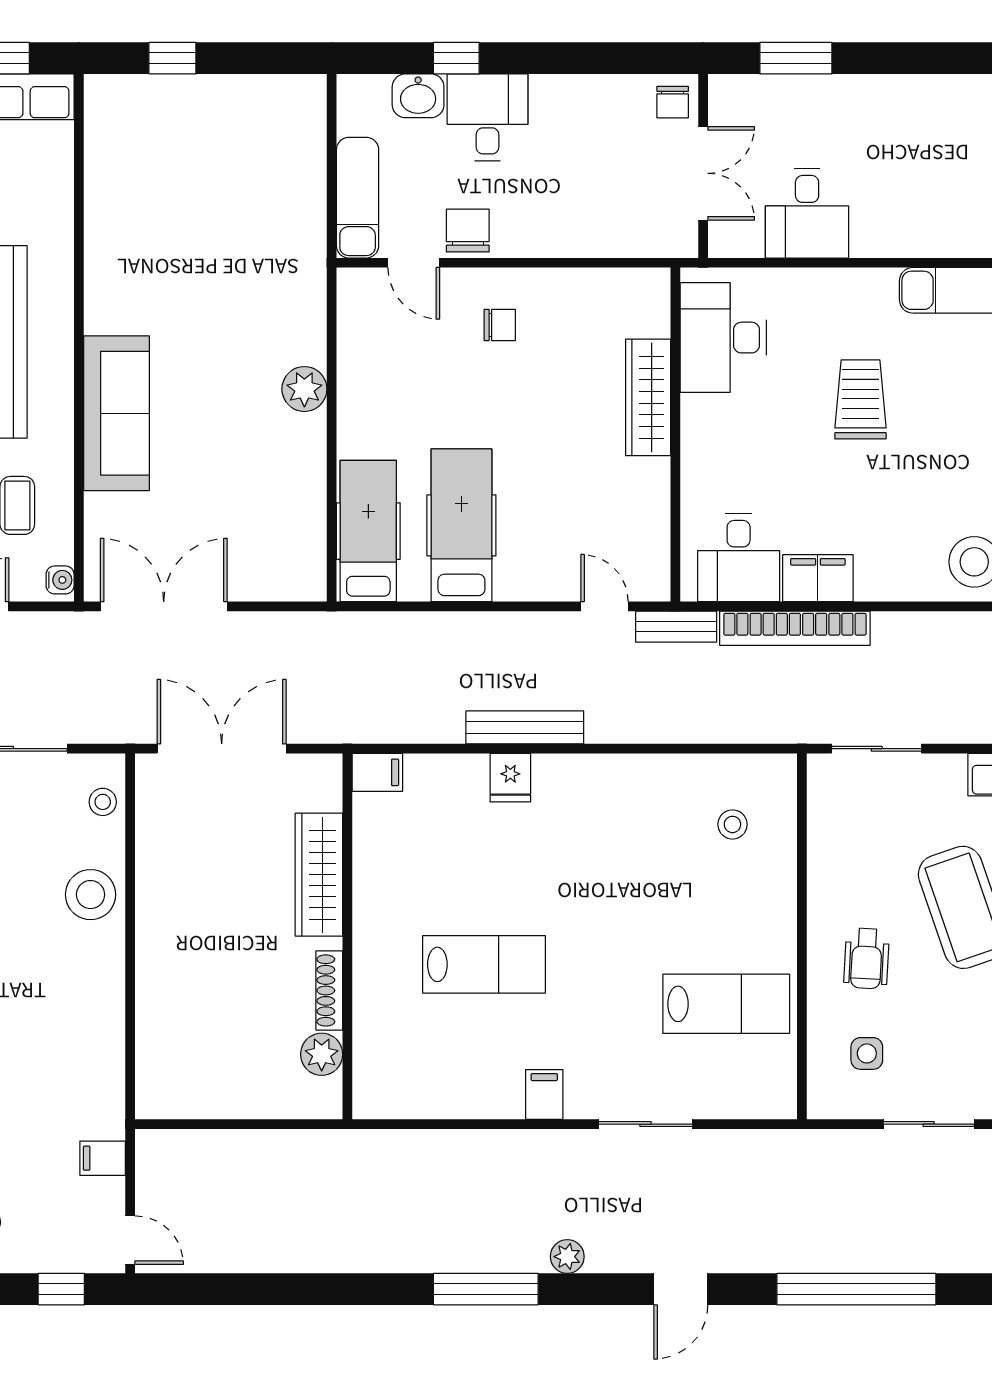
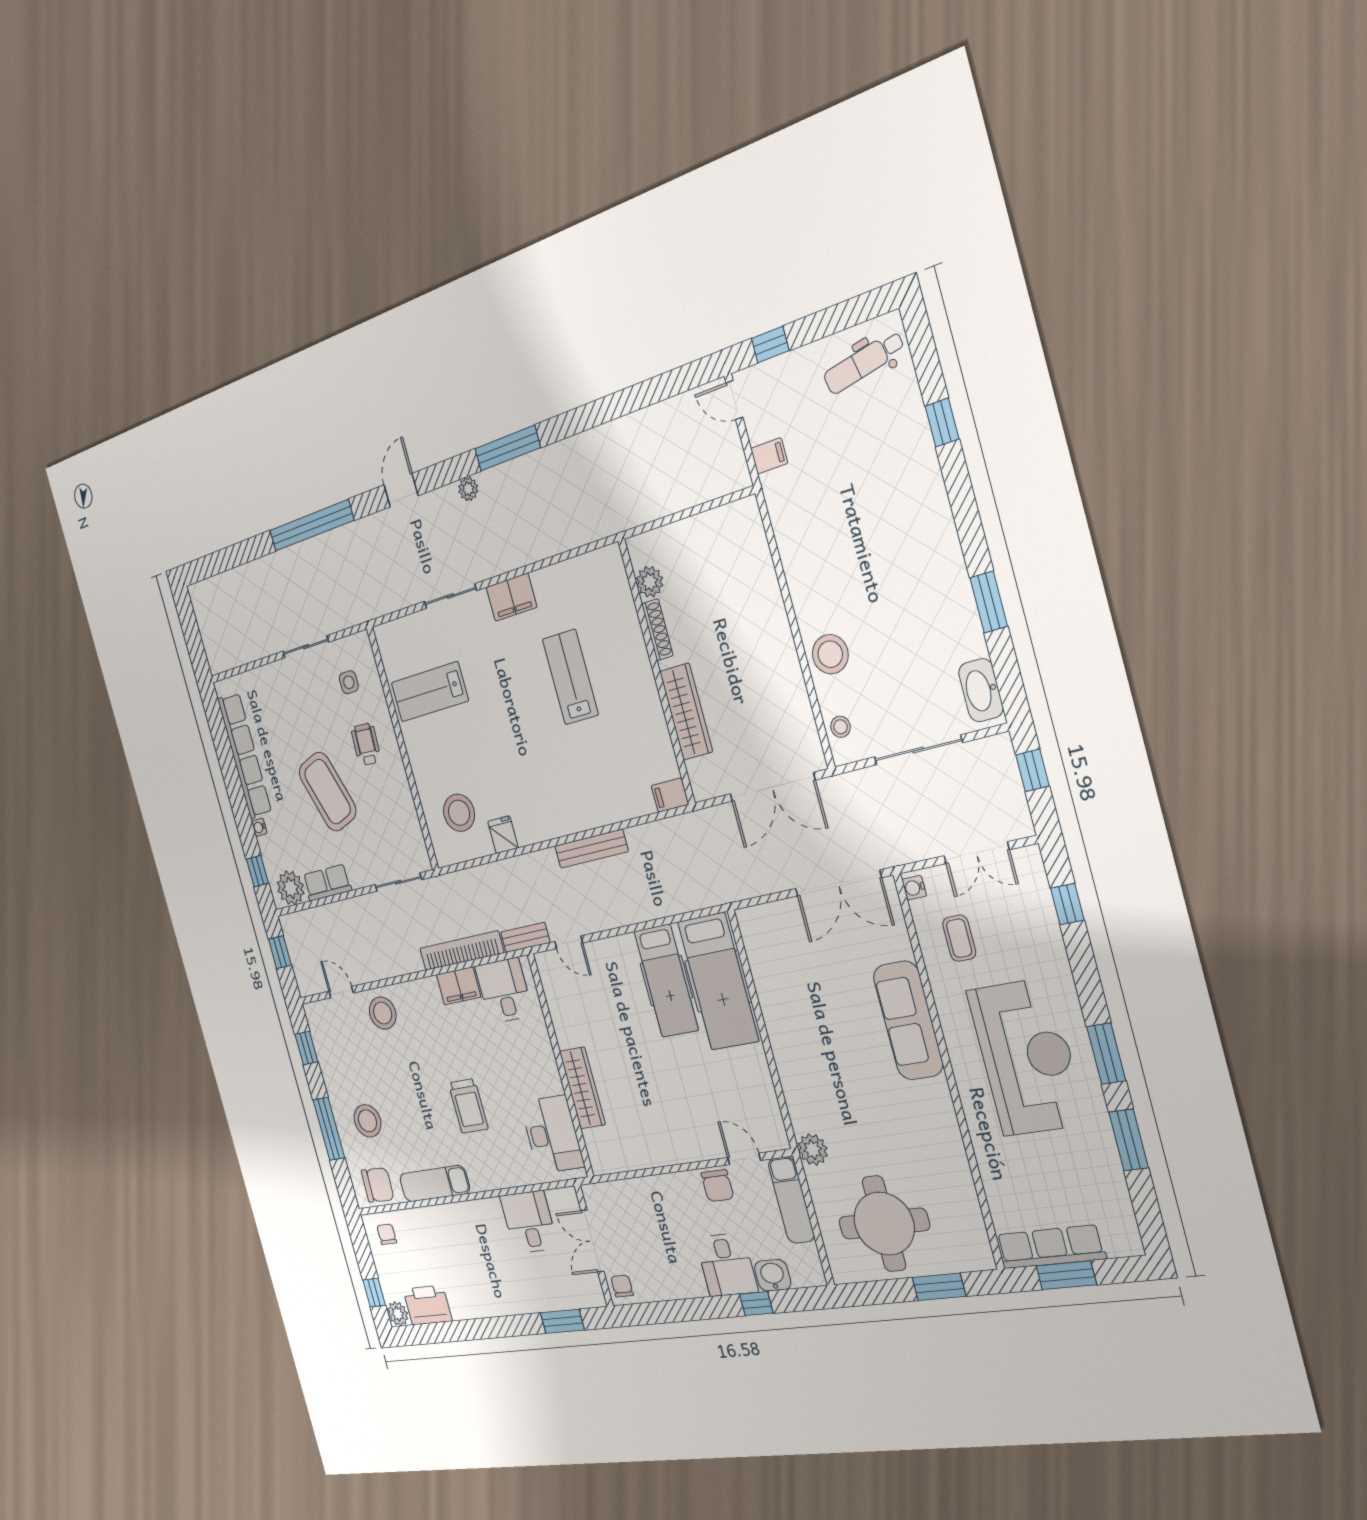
window: (172, 58) -> (939, 1287), width x1.50
round table: (228, 151) -> (884, 1224), added
chair: (500, 325) -> (681, 1123), removed
plant: (304, 389) -> (813, 1150), moved
hospital bed: (368, 531) -> (718, 981), width x1.37, depth x1.29
fridge: (510, 778) -> (503, 835), moved
stool: (732, 824) -> (459, 813), width x1.89, depth x1.89
lab bench: (484, 964) -> (570, 677), turned 90
filing cabinet: (544, 1094) -> (512, 597), width x2.00

